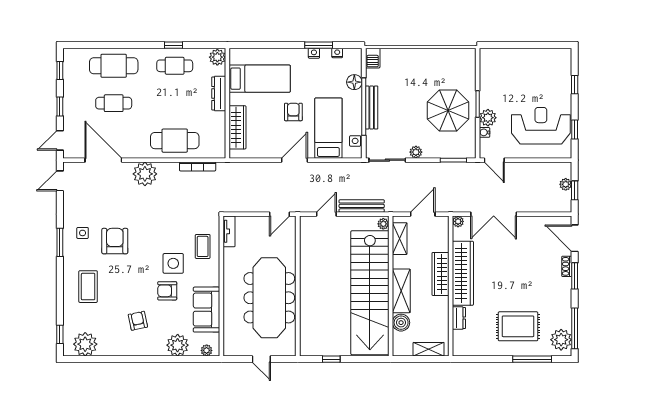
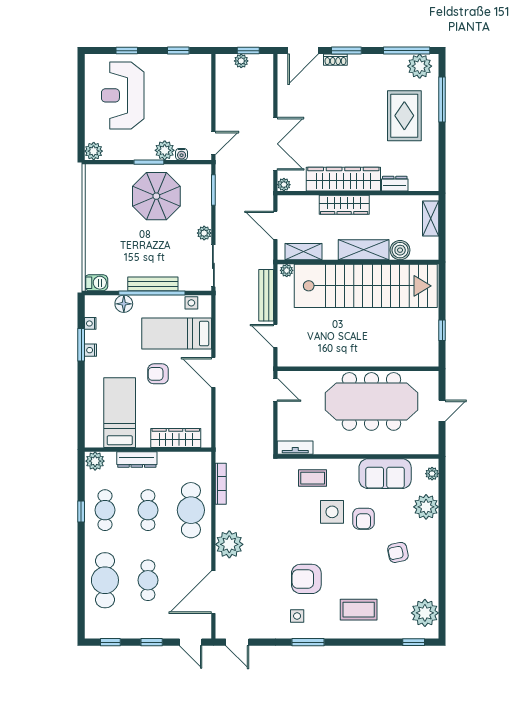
plant: (487, 56) -> (94, 151), added
cafe table: (175, 103) -> (148, 510), added
reception desk: (541, 126) -> (123, 95), moved

